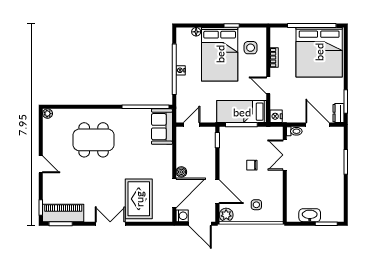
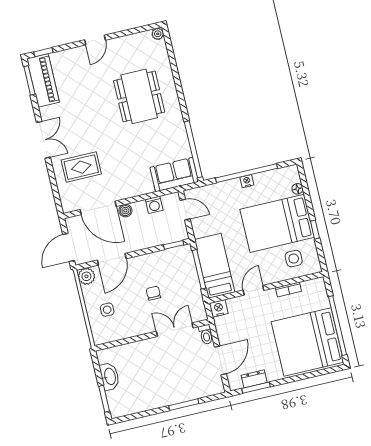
dresser: (338, 113) -> (254, 379), moved
rug: (139, 199) -> (81, 167), width x0.73, depth x0.70
washing machine: (182, 216) -> (154, 205), moved

